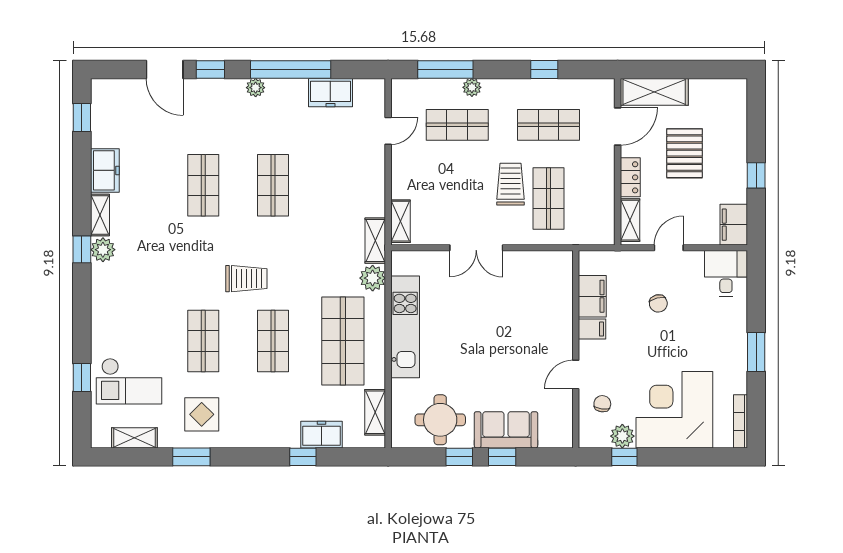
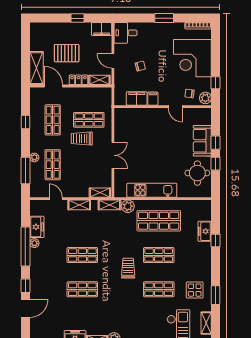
plant: (256, 88) -> (34, 243), moved
shelving: (375, 412) -> (79, 205), moved
plant: (622, 436) -> (205, 98), moved

